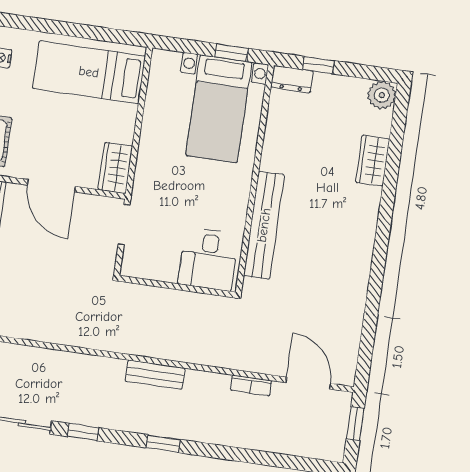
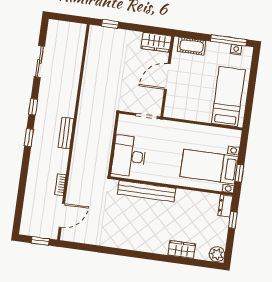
wardrobe: (115, 168) -> (177, 111), removed
desk: (208, 259) -> (129, 156), width x1.37
window: (83, 432) -> (33, 107), moved

